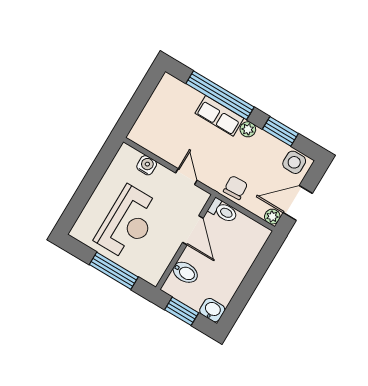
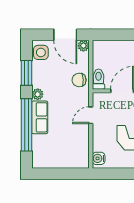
water cooler: (147, 165) -> (99, 158), moved

